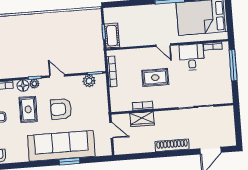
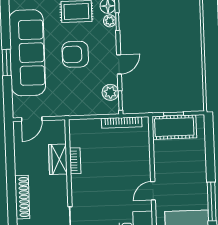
cot: (112, 36) -> (174, 127), width x1.37, depth x1.34
door: (57, 76) -> (119, 64), moved
rug: (155, 78) -> (111, 179), removed
armchair: (61, 109) -> (75, 54), turned -90
door: (111, 130) -> (32, 119), moved

